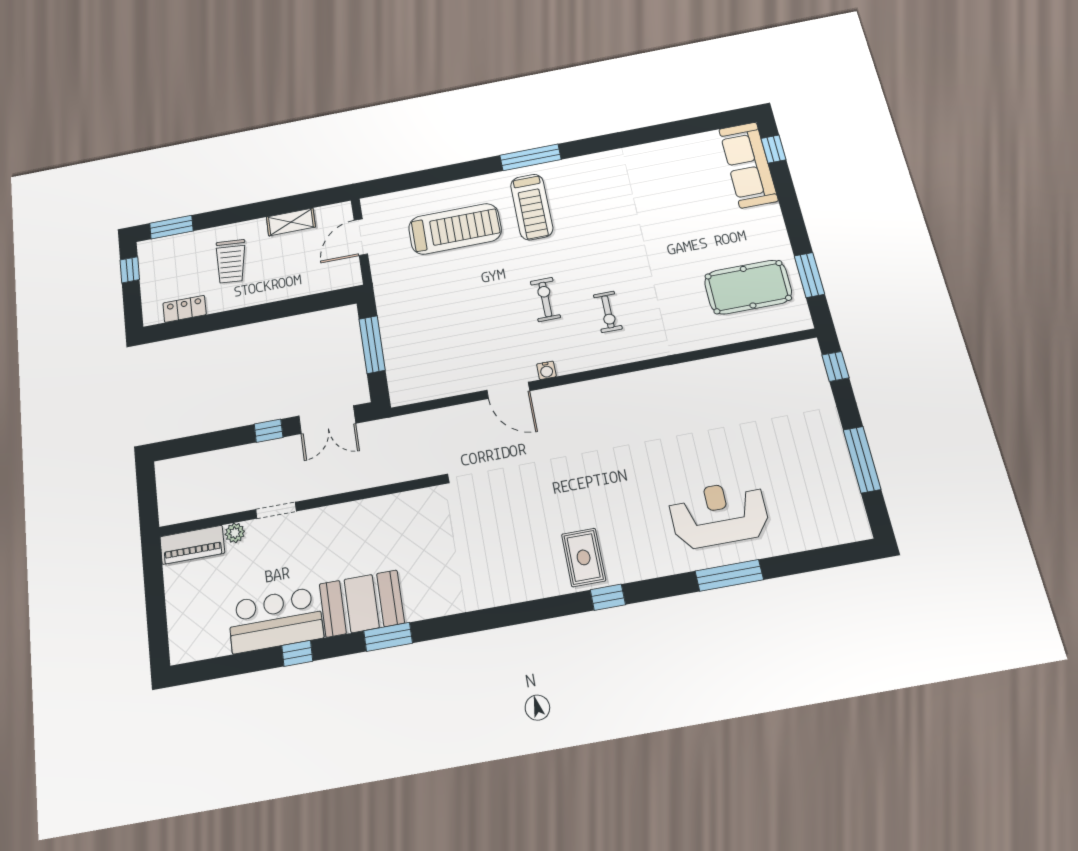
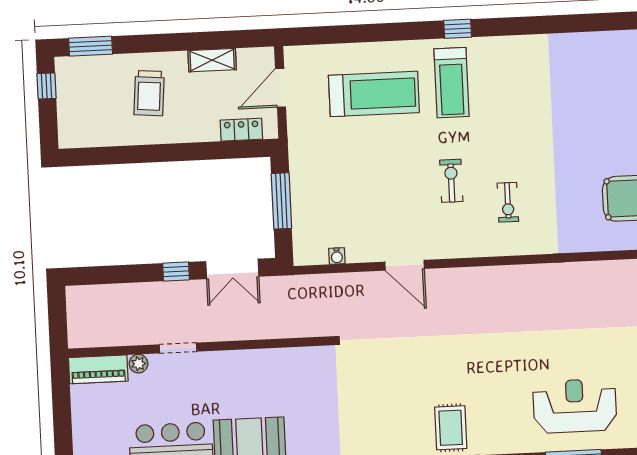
window: (530, 157) -> (458, 29), width x0.46
locker: (185, 309) -> (241, 130), moved
water cooler: (546, 370) -> (337, 256), moved

